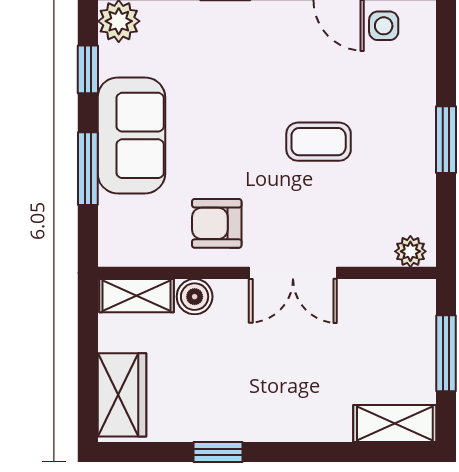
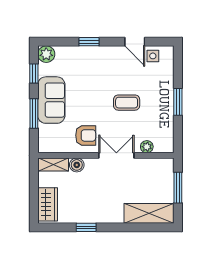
armchair: (217, 223) -> (86, 135), turned 180
plant: (410, 251) -> (147, 147), moved
double door: (293, 273) -> (116, 155), swing flipped
shelving: (395, 423) -> (149, 213), width x1.50, depth x1.33

